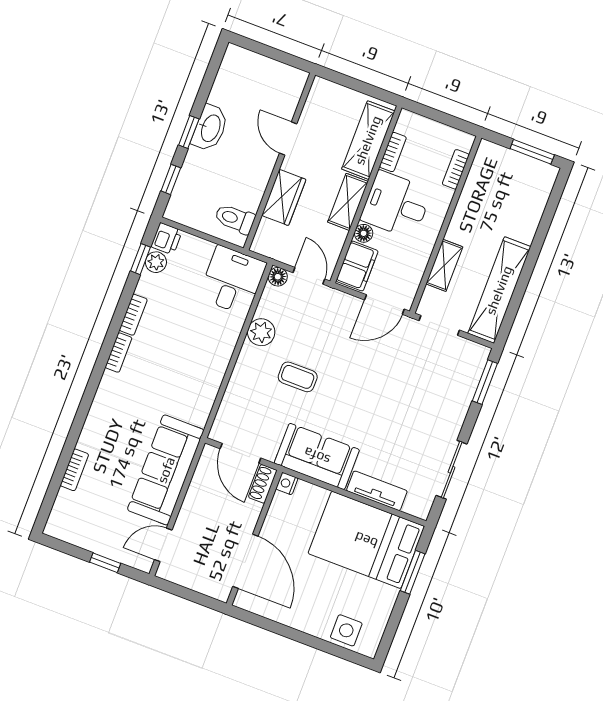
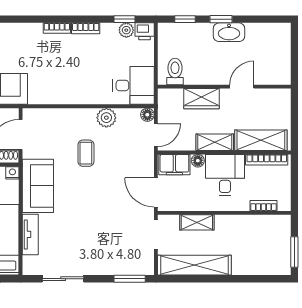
bookcase: (393, 152) -> (267, 160), width x1.56

